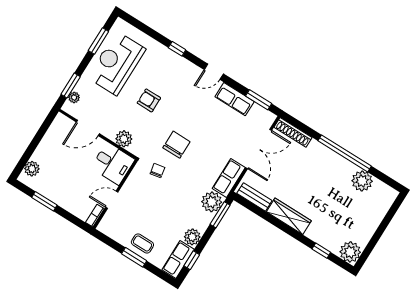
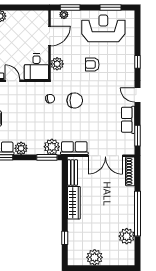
armchair: (149, 100) -> (92, 65), turned -90
door: (88, 128) -> (50, 36), swing flipped
plant: (350, 252) -> (95, 257), moved

